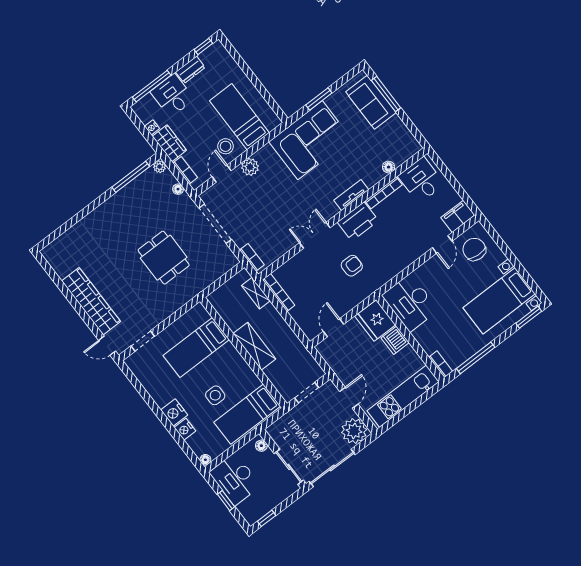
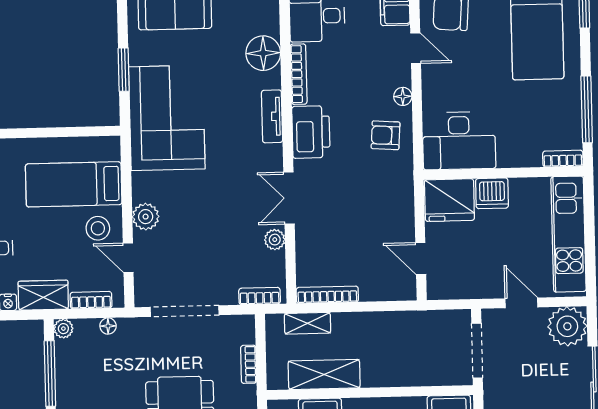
floor lamp: (389, 167) -> (263, 53), width x1.89, depth x1.89
plant: (287, 244) -> (275, 240), added
floor lamp: (412, 256) -> (403, 96), added
armchair: (352, 266) -> (386, 135), moved, turned -86
bookcase: (212, 278) -> (249, 364), added
shelving: (254, 346) -> (324, 374), moved
doorway: (307, 393) -> (477, 351), width x1.38

